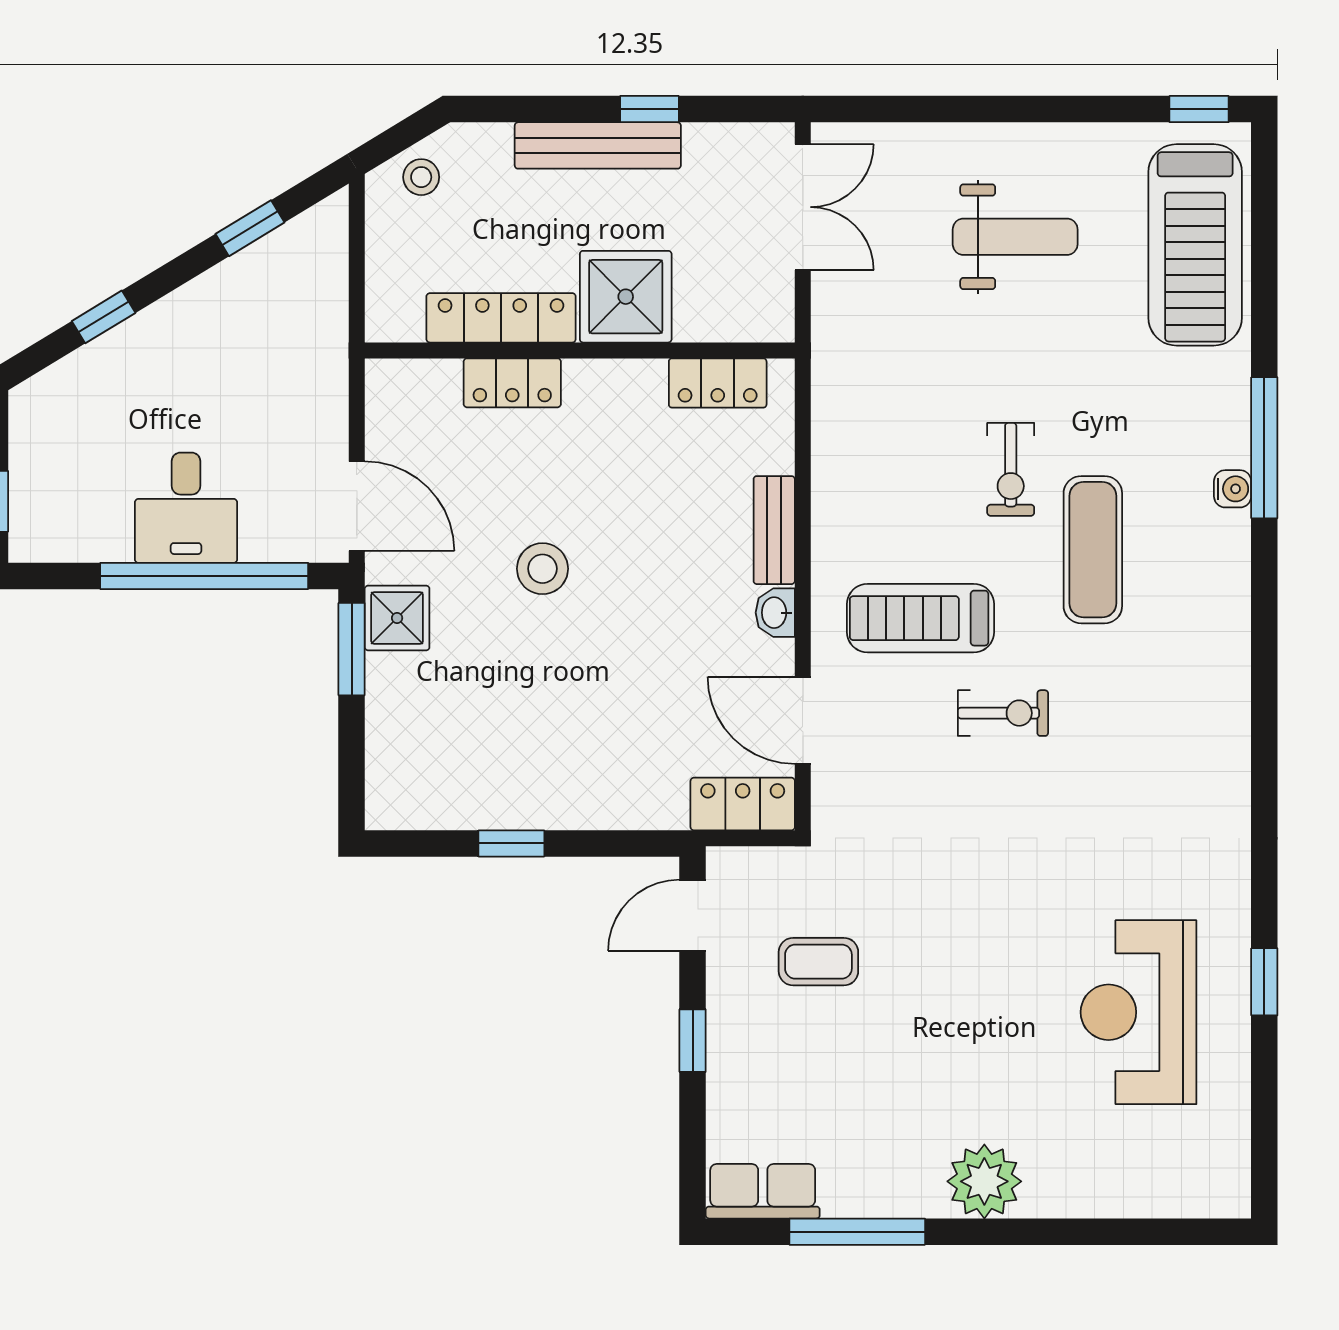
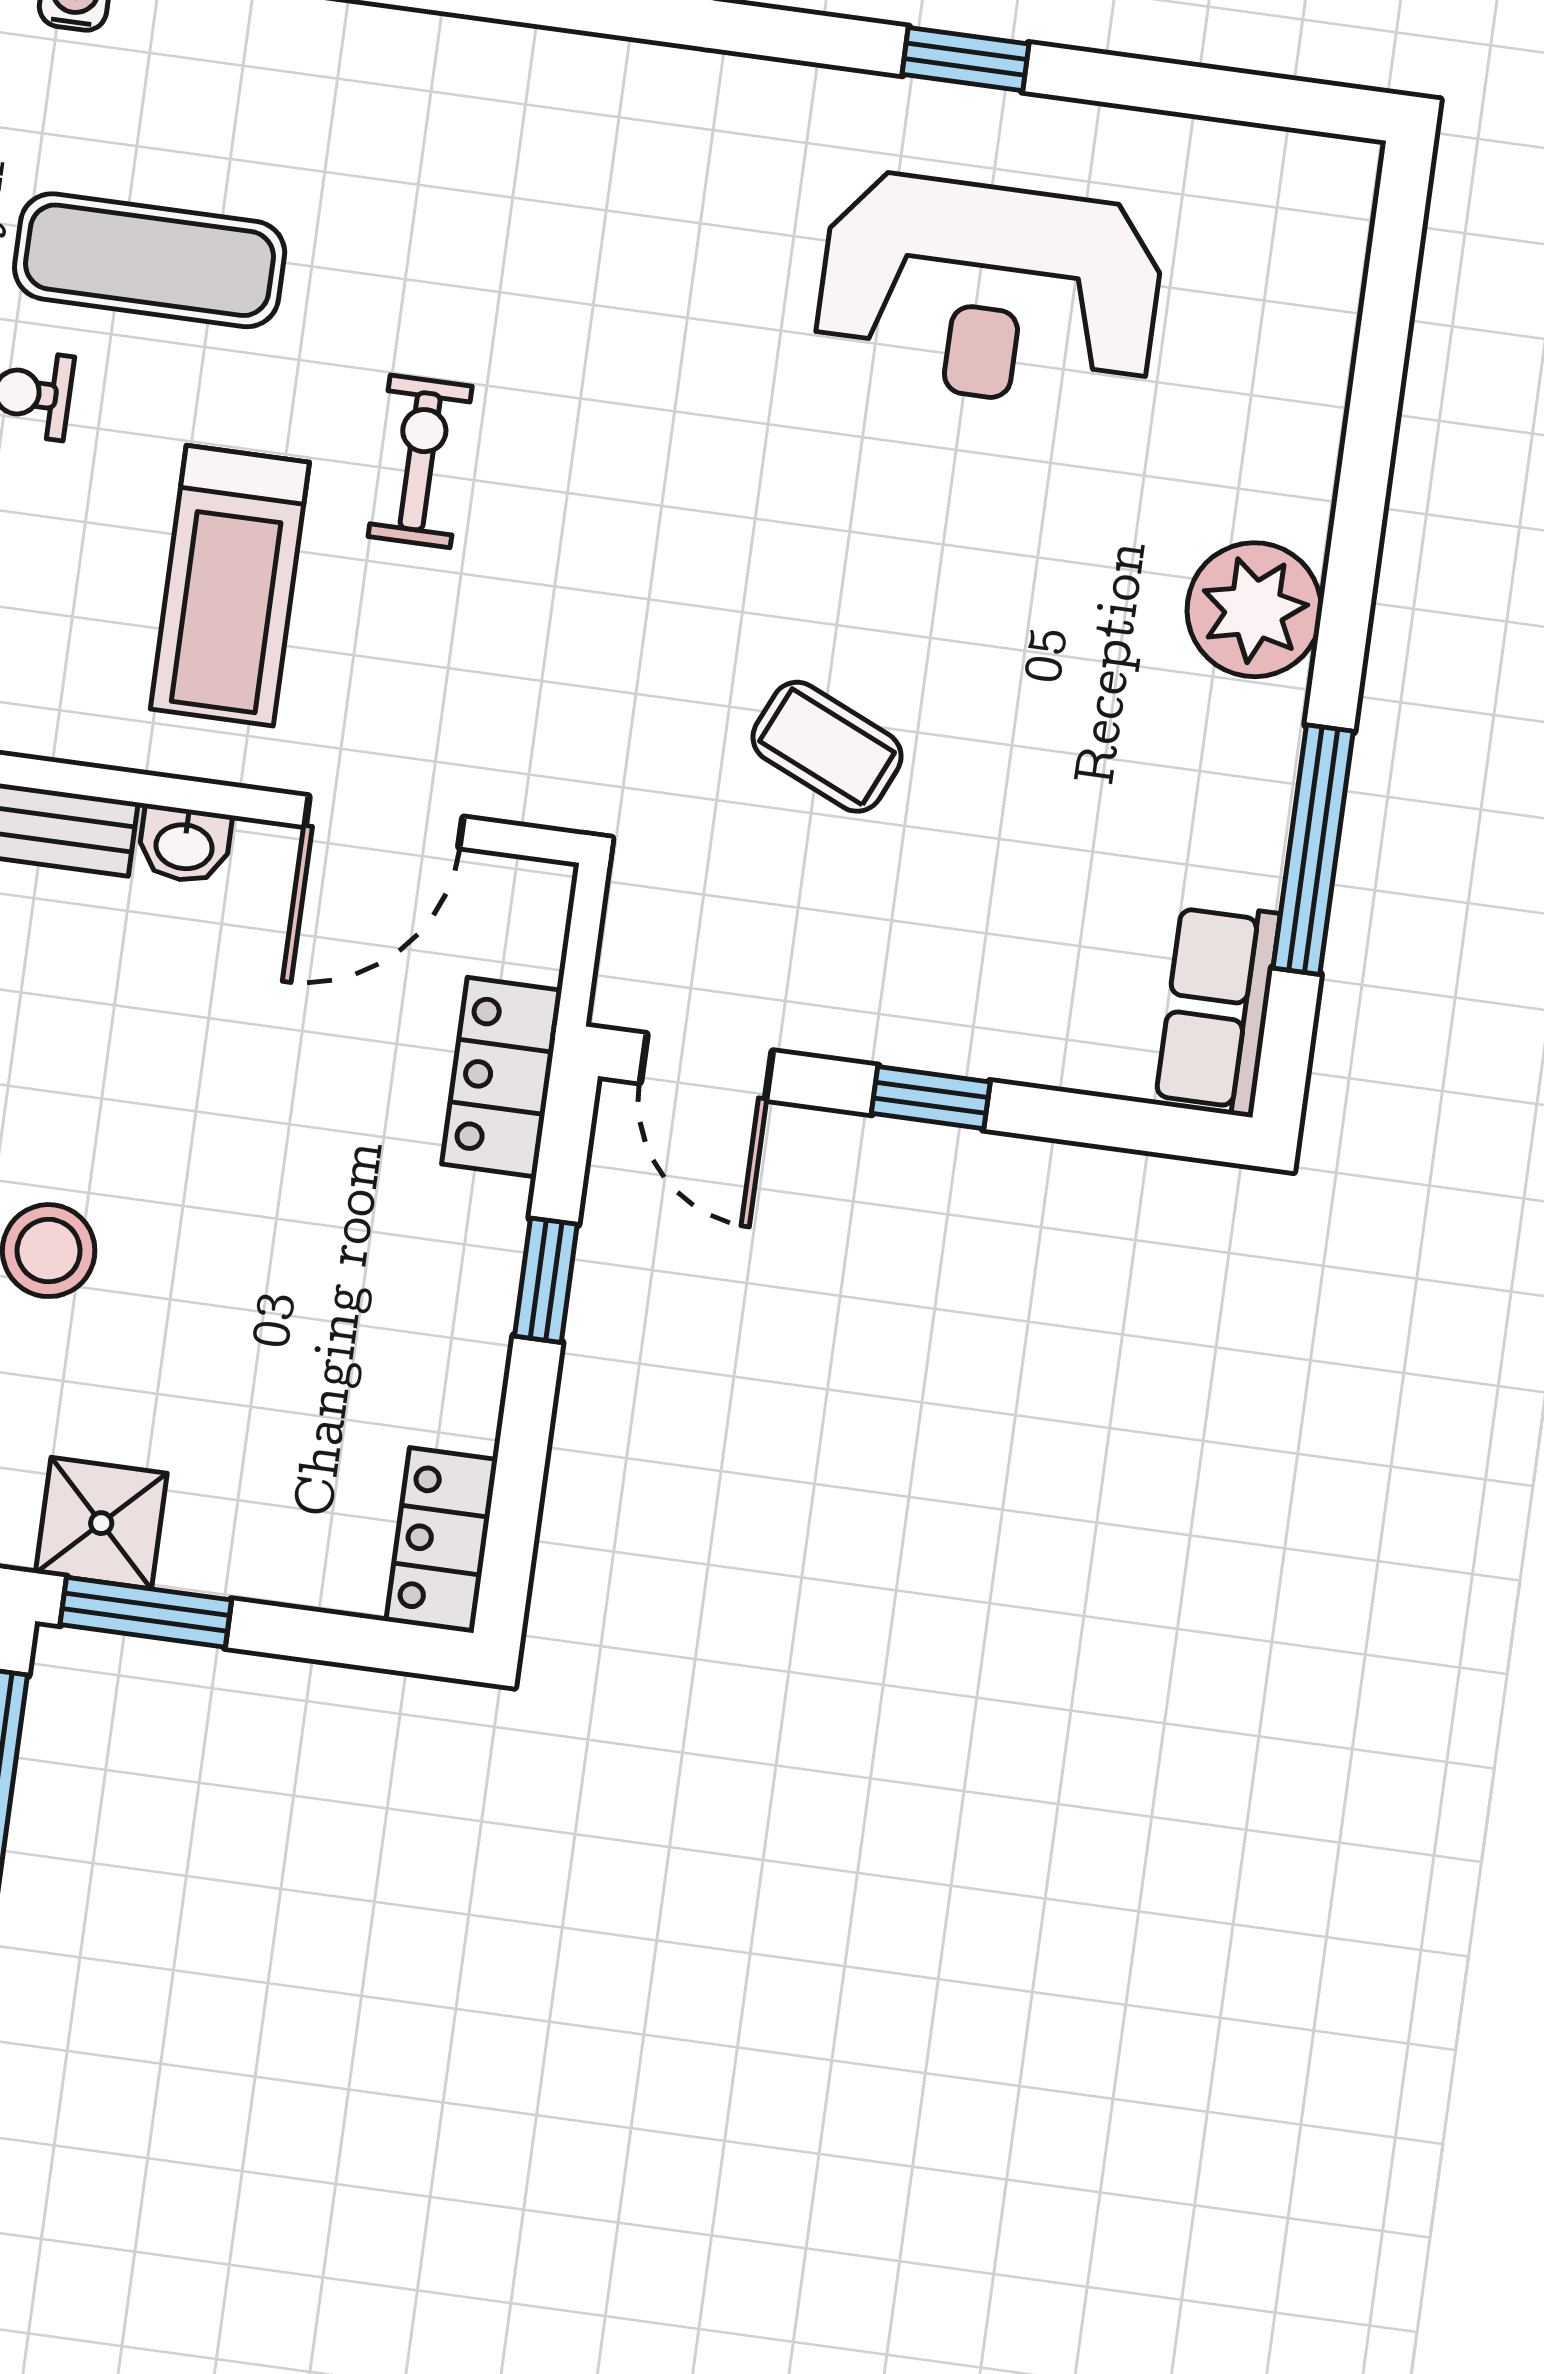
locker: (743, 804) -> (502, 1077), moved
locker: (413, 806) -> (442, 1540), added
window: (511, 843) -> (546, 1280), moved
coffee table: (818, 962) -> (827, 747), moved, turned -66

